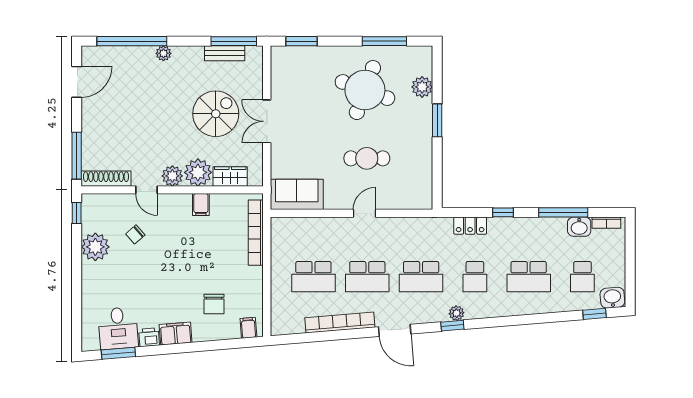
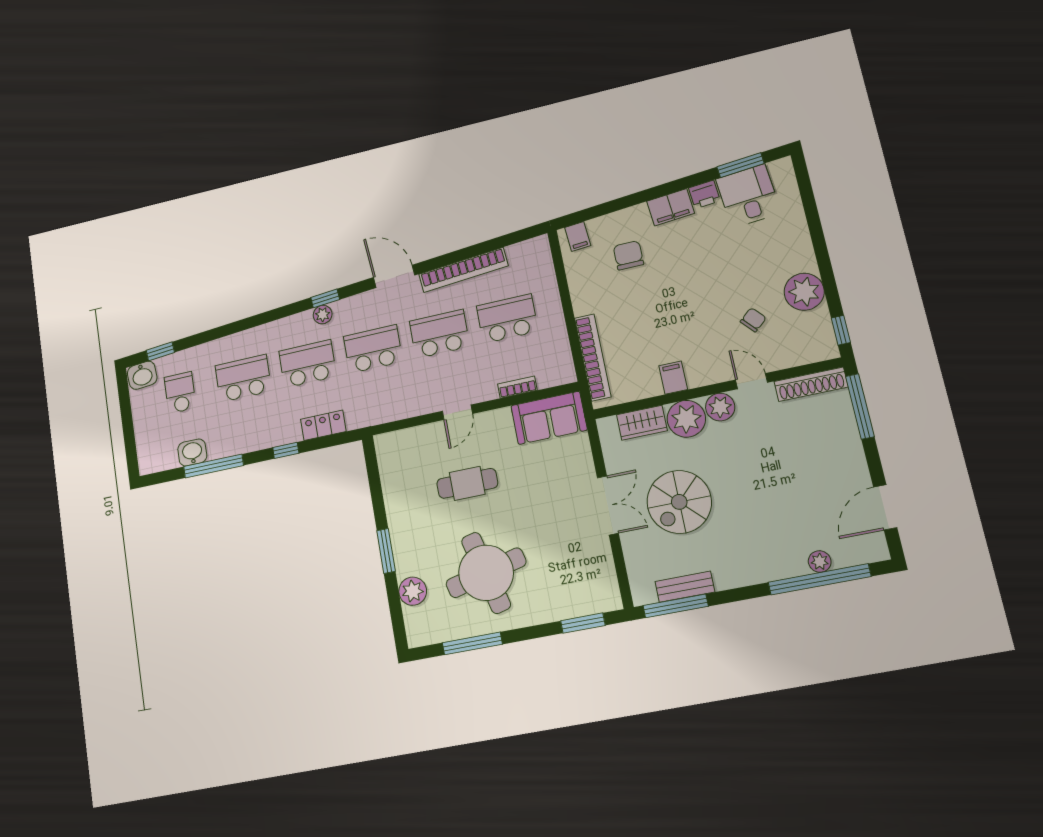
plant: (163, 53) -> (820, 562), moved
round table: (365, 90) -> (486, 573), turned -34
bookcase: (606, 223) -> (517, 387), moved
school desk: (475, 277) -> (308, 364), width x1.85

